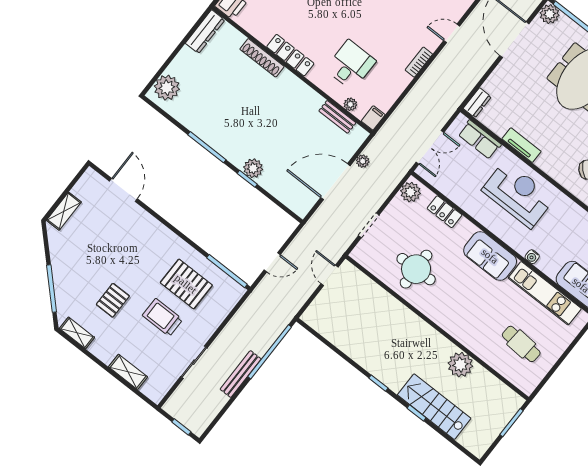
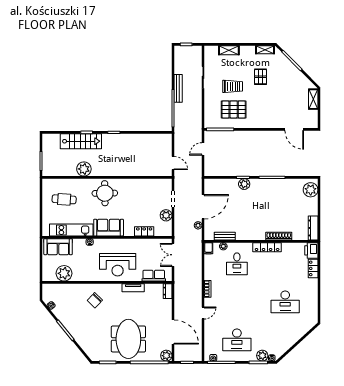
plant: (410, 192) -> (166, 215), moved
round table: (416, 269) -> (105, 193), moved

